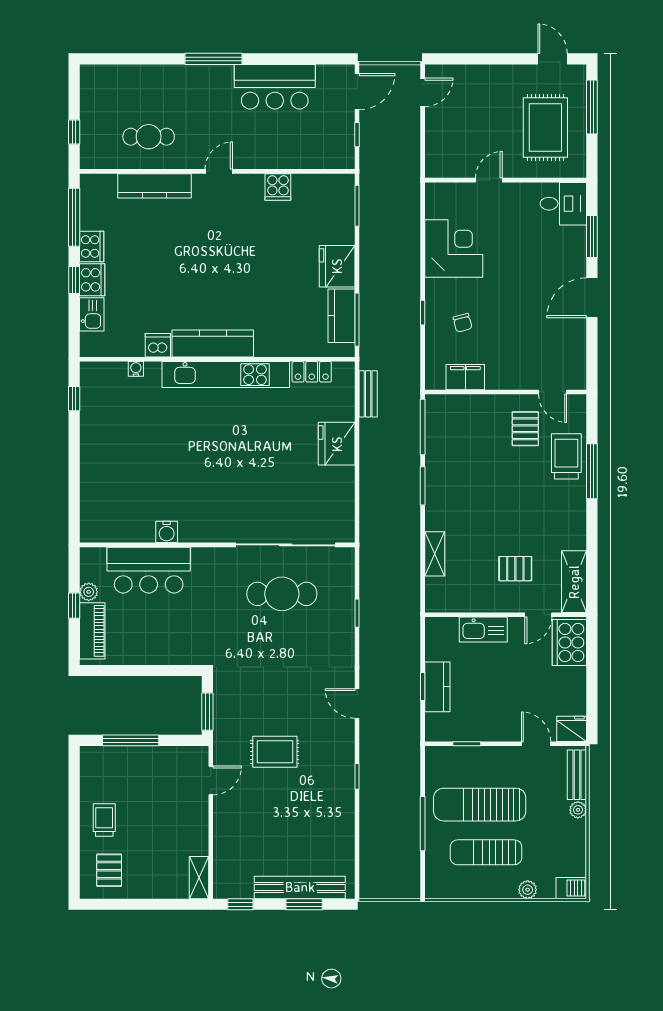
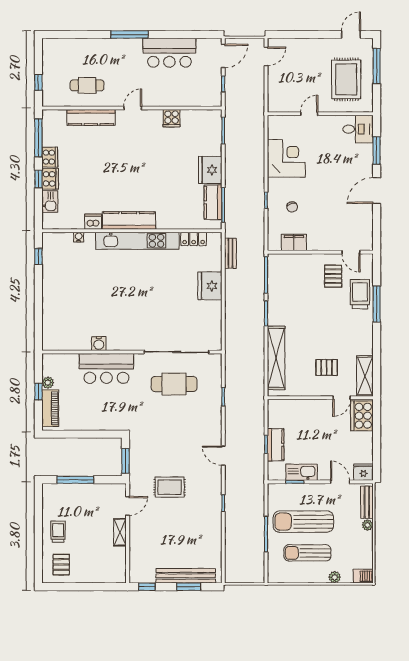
door: (553, 59) -> (351, 35), hinge flipped
shelving: (435, 554) -> (276, 358), width x2.20, depth x1.33
bar counter: (149, 570) -> (106, 368), moved
kitchen sink: (483, 630) -> (302, 472), moved, turned 180
shelving: (199, 878) -> (120, 532), moved

